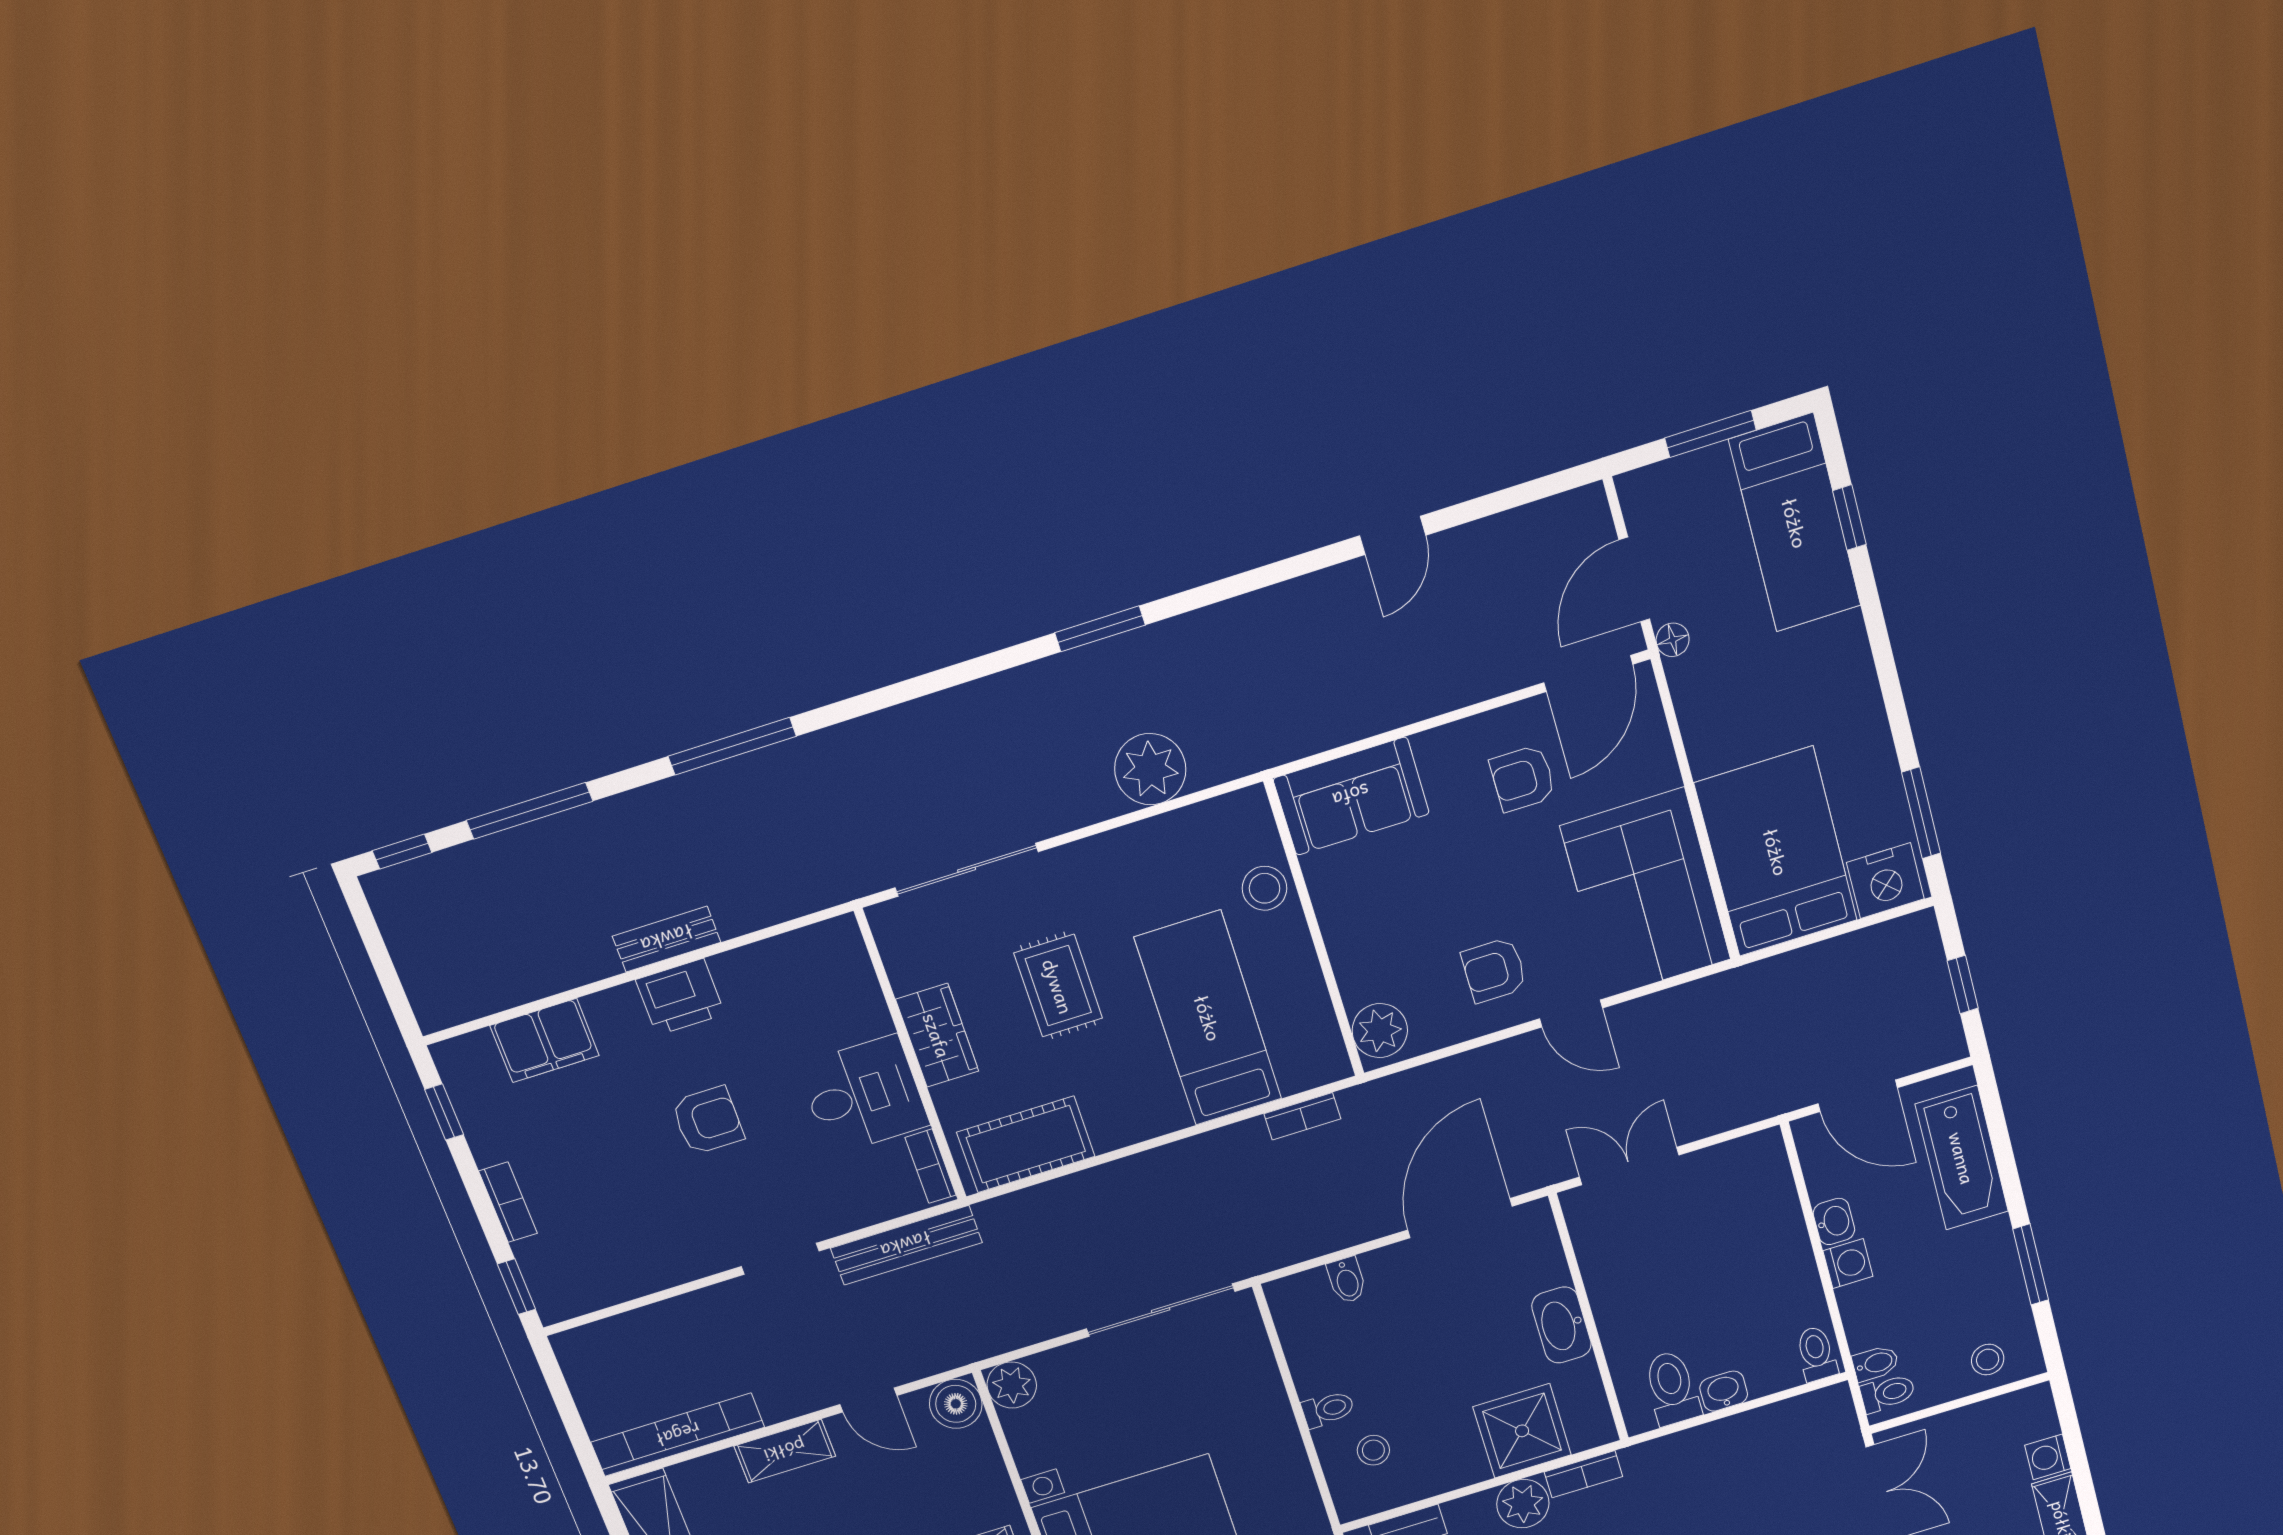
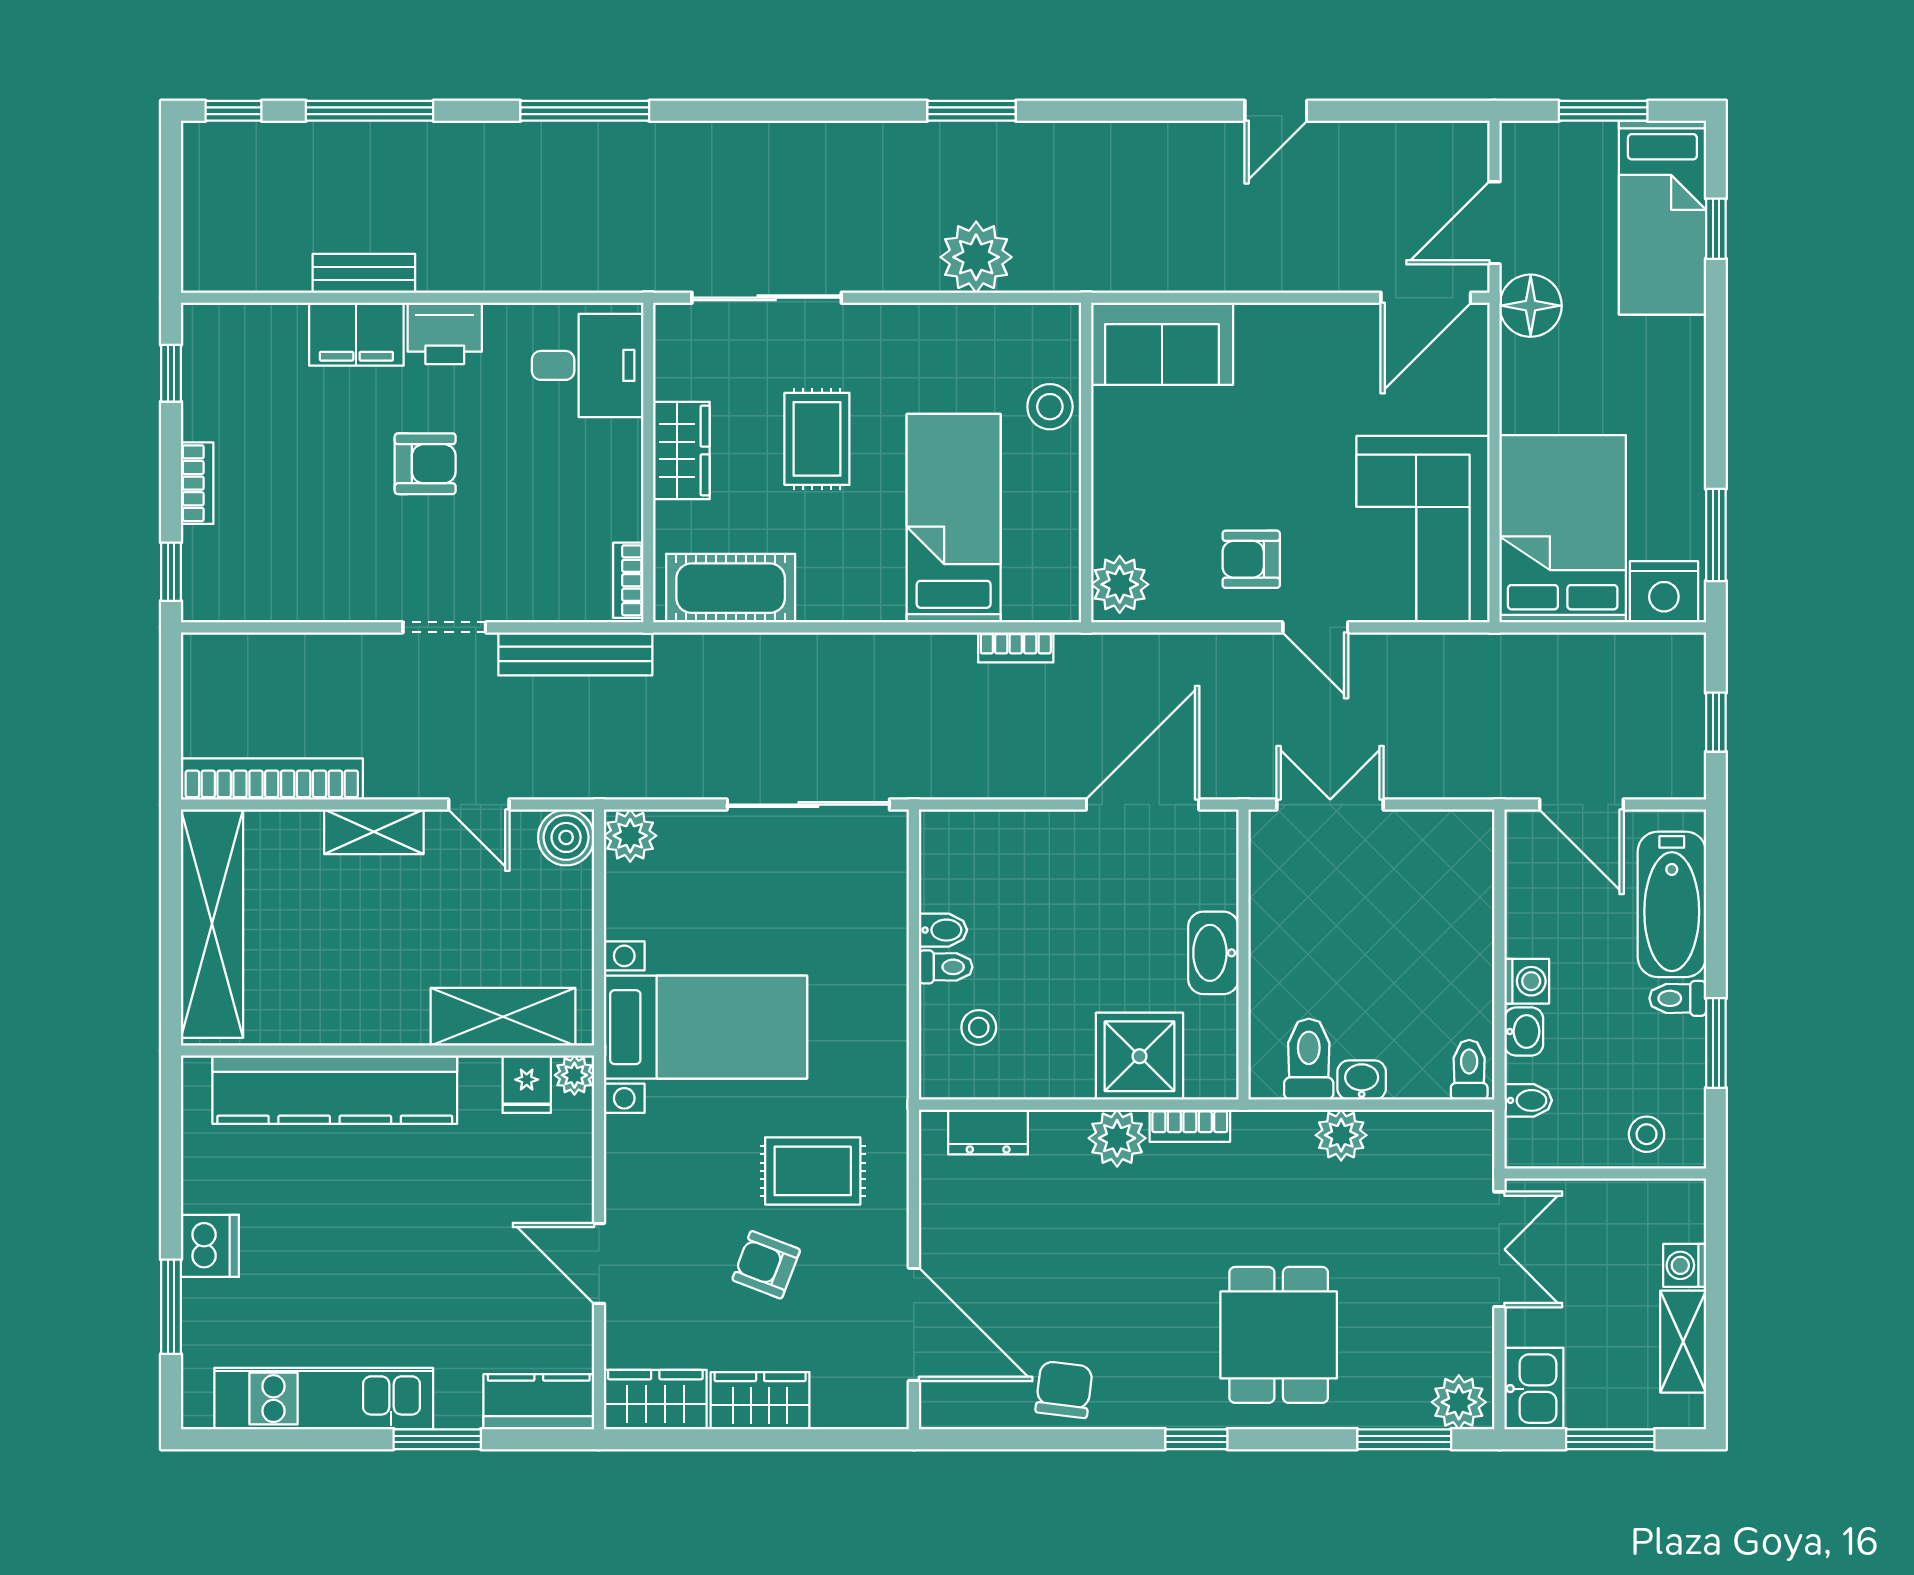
floor lamp: (1673, 640) -> (1531, 306), width x1.89, depth x1.89
armchair: (1523, 778) -> (1334, 379), removed
bench: (667, 939) -> (364, 273), moved
filing cabinet: (545, 1041) -> (356, 334), moved
desk: (863, 1095) -> (588, 365), moved
washbasin: (1834, 1221) -> (1524, 1032), moved
bidet: (1347, 1280) -> (943, 930), moved, turned -90
toilet: (1888, 1393) -> (1678, 998), moved, turned 180
plant: (1718, 1442) -> (1341, 1135), added

